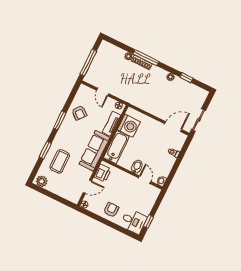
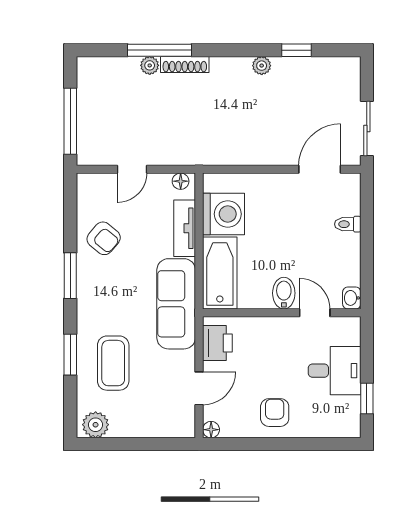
window: (146, 58) -> (159, 50), moved
door: (103, 92) -> (132, 169), hinge flipped
desk: (134, 221) -> (335, 371), moved

